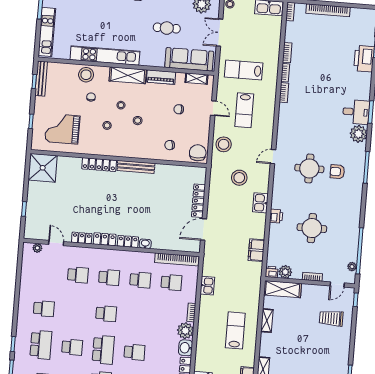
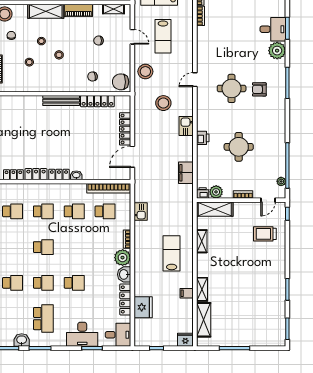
chair: (198, 153) -> (121, 82), turned -90
locker: (99, 165) -> (97, 101), moved
school desk: (103, 350) -> (43, 283), width x0.54

